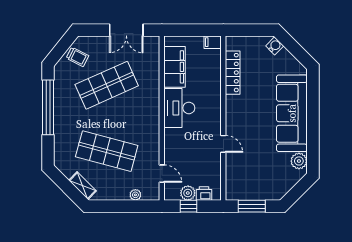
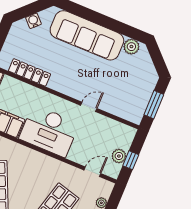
water cooler: (275, 46) -> (33, 21), moved
desk: (179, 108) -> (49, 131), width x1.36, depth x1.30
printer: (204, 194) -> (125, 142), removed

